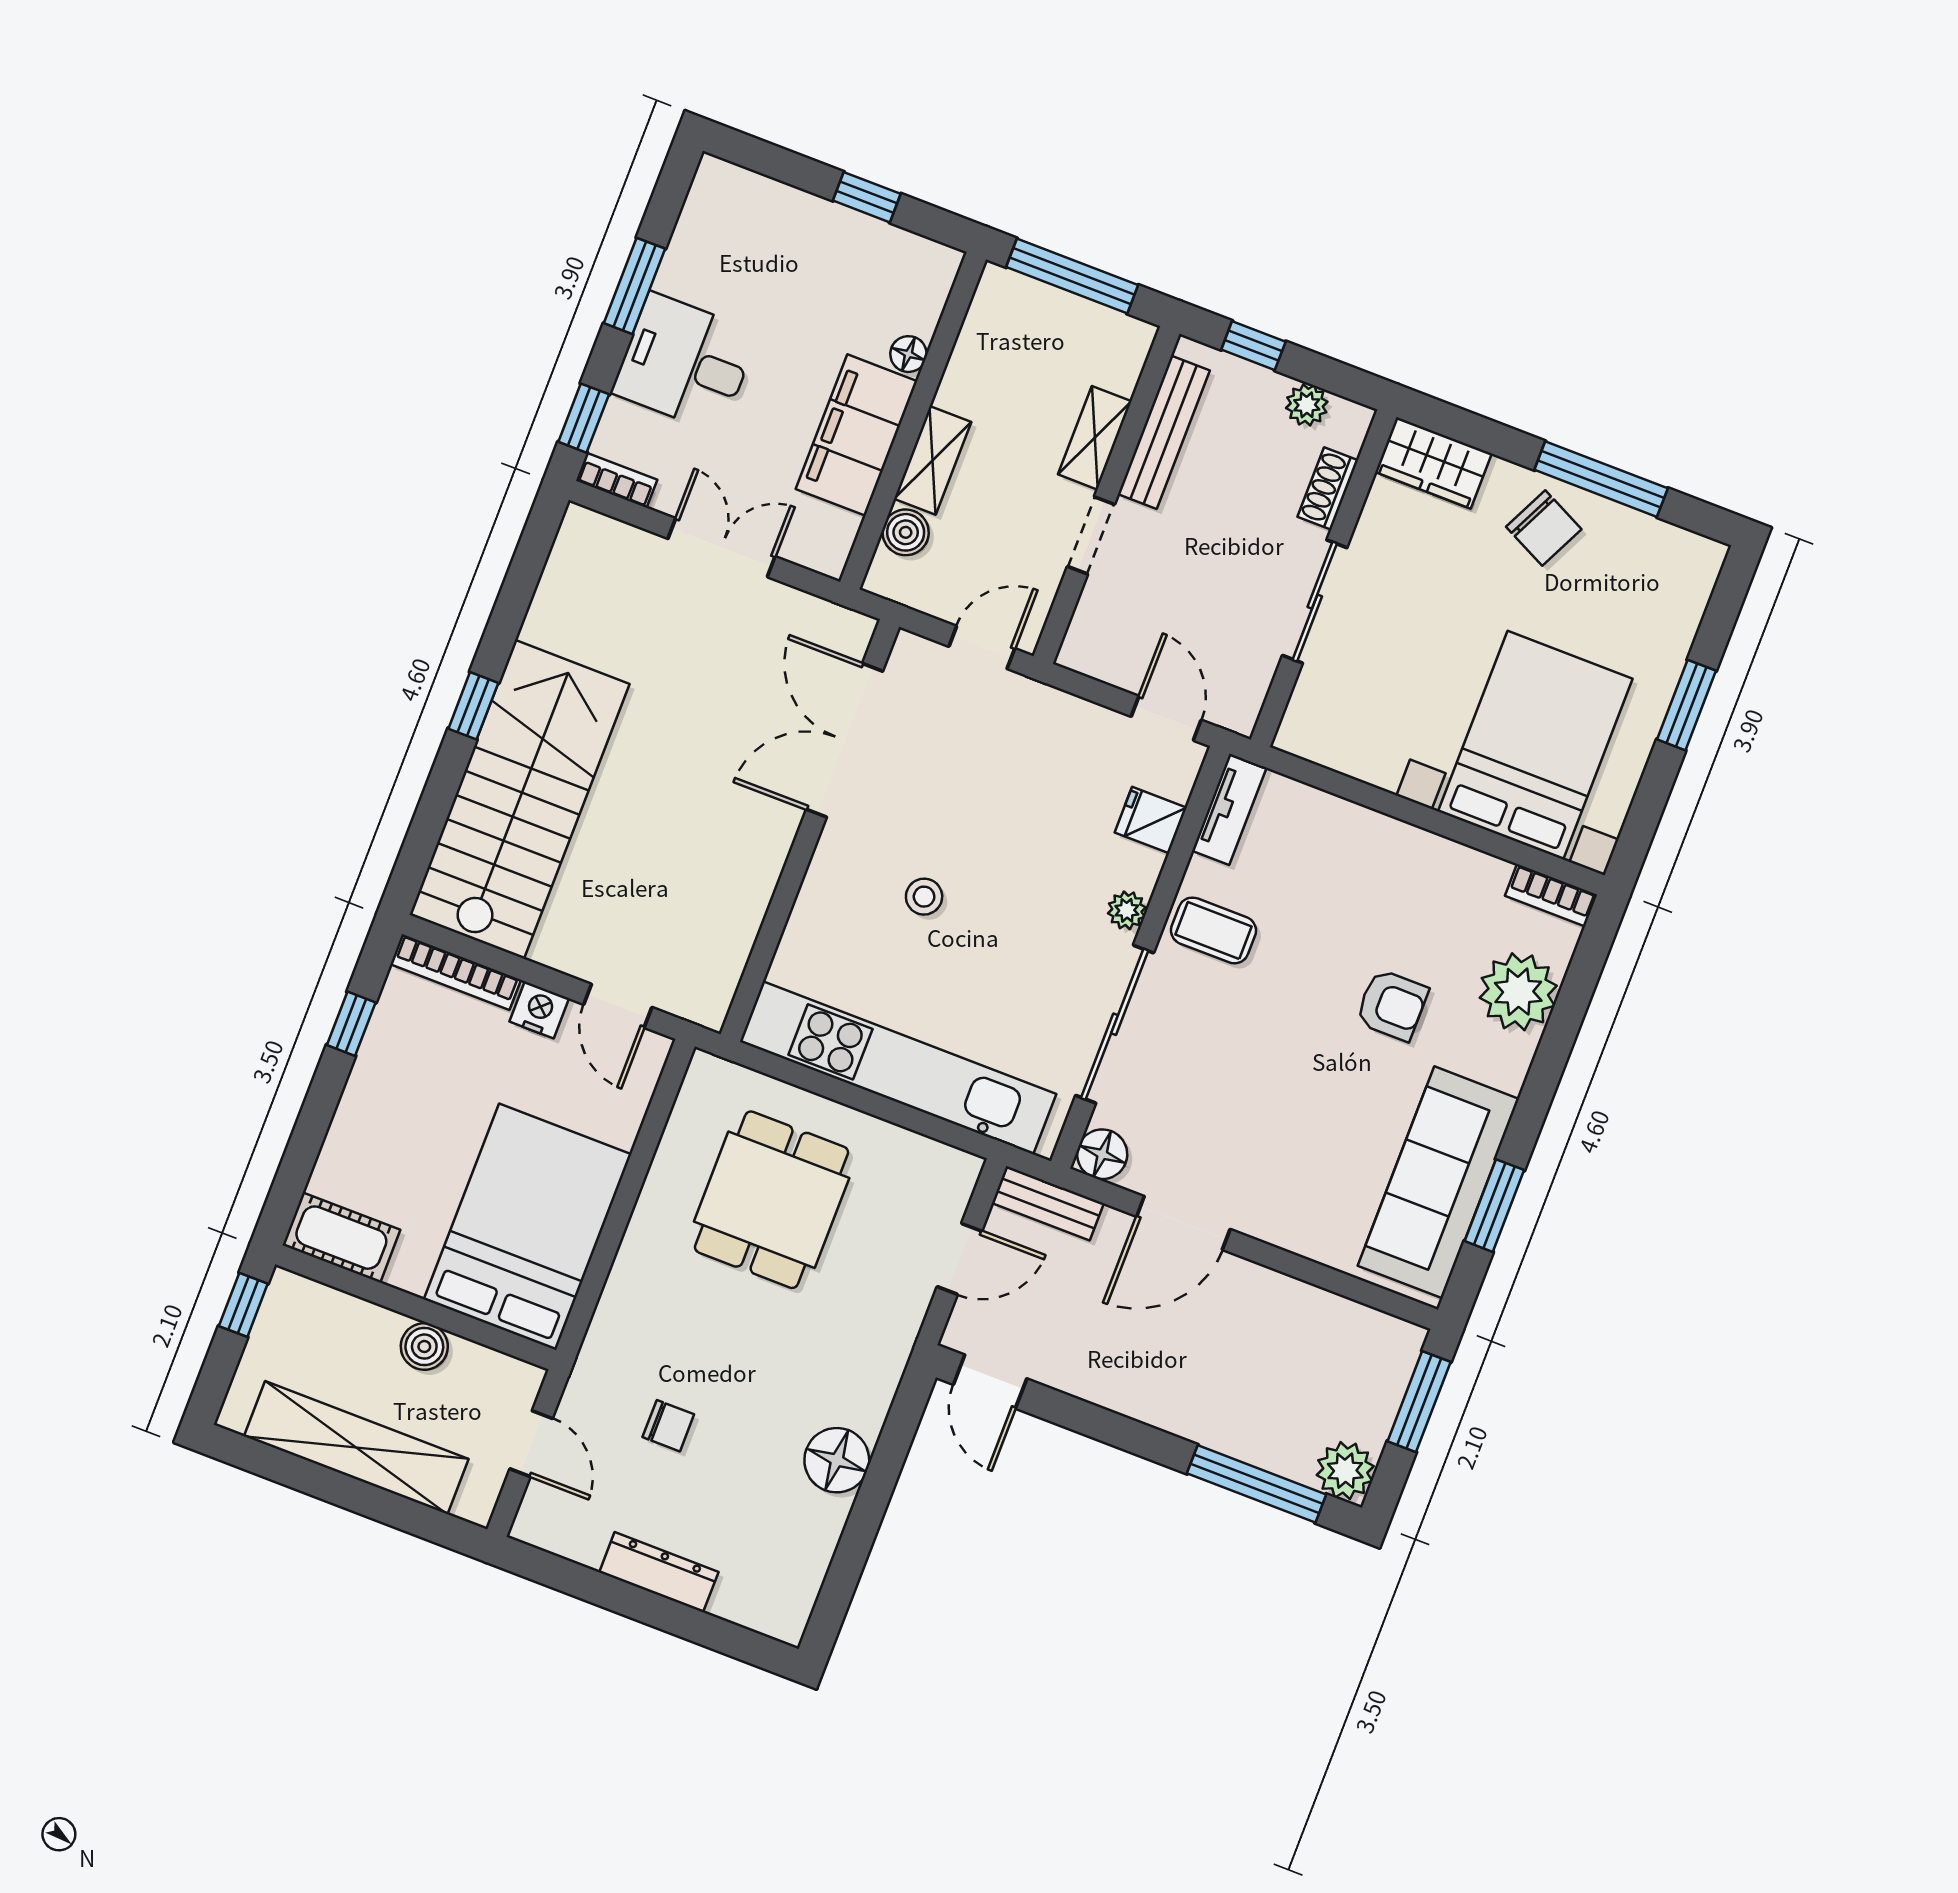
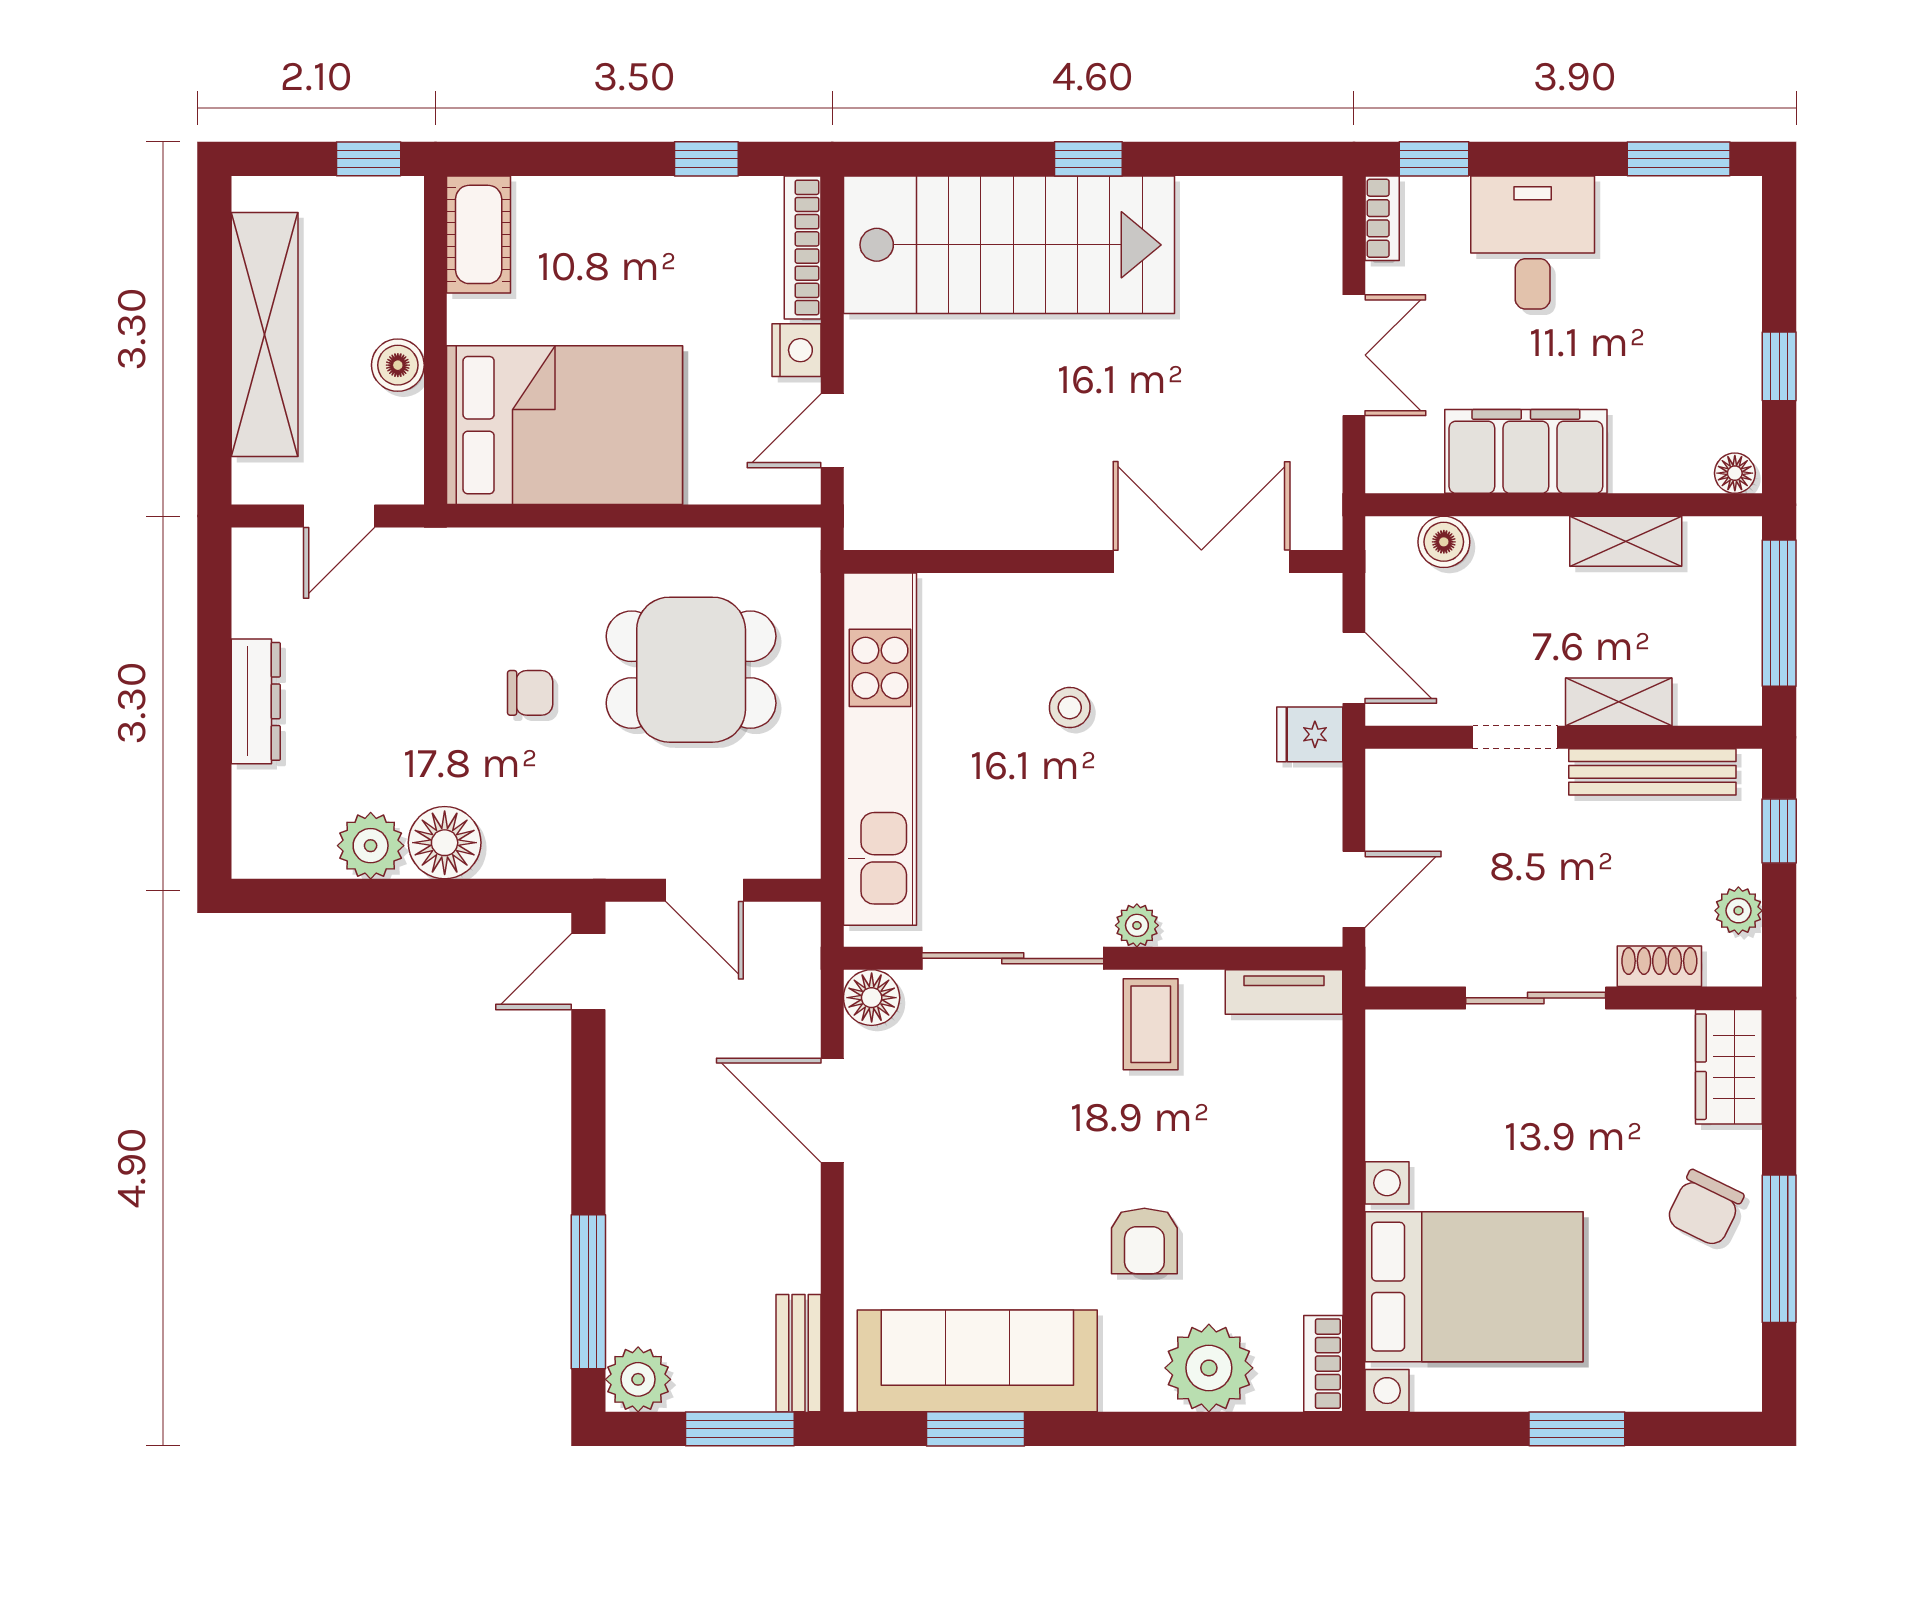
window: (634, 286) -> (1679, 159), moved
floor lamp: (908, 354) -> (1735, 473), moved
shelving: (933, 460) -> (1626, 541), moved
fridge: (1151, 820) -> (1310, 734), moved, turned -90
bench: (1048, 1203) -> (798, 1353), moved
chair: (668, 1426) -> (530, 693), moved, turned -90
plant: (816, 1523) -> (371, 846), added

